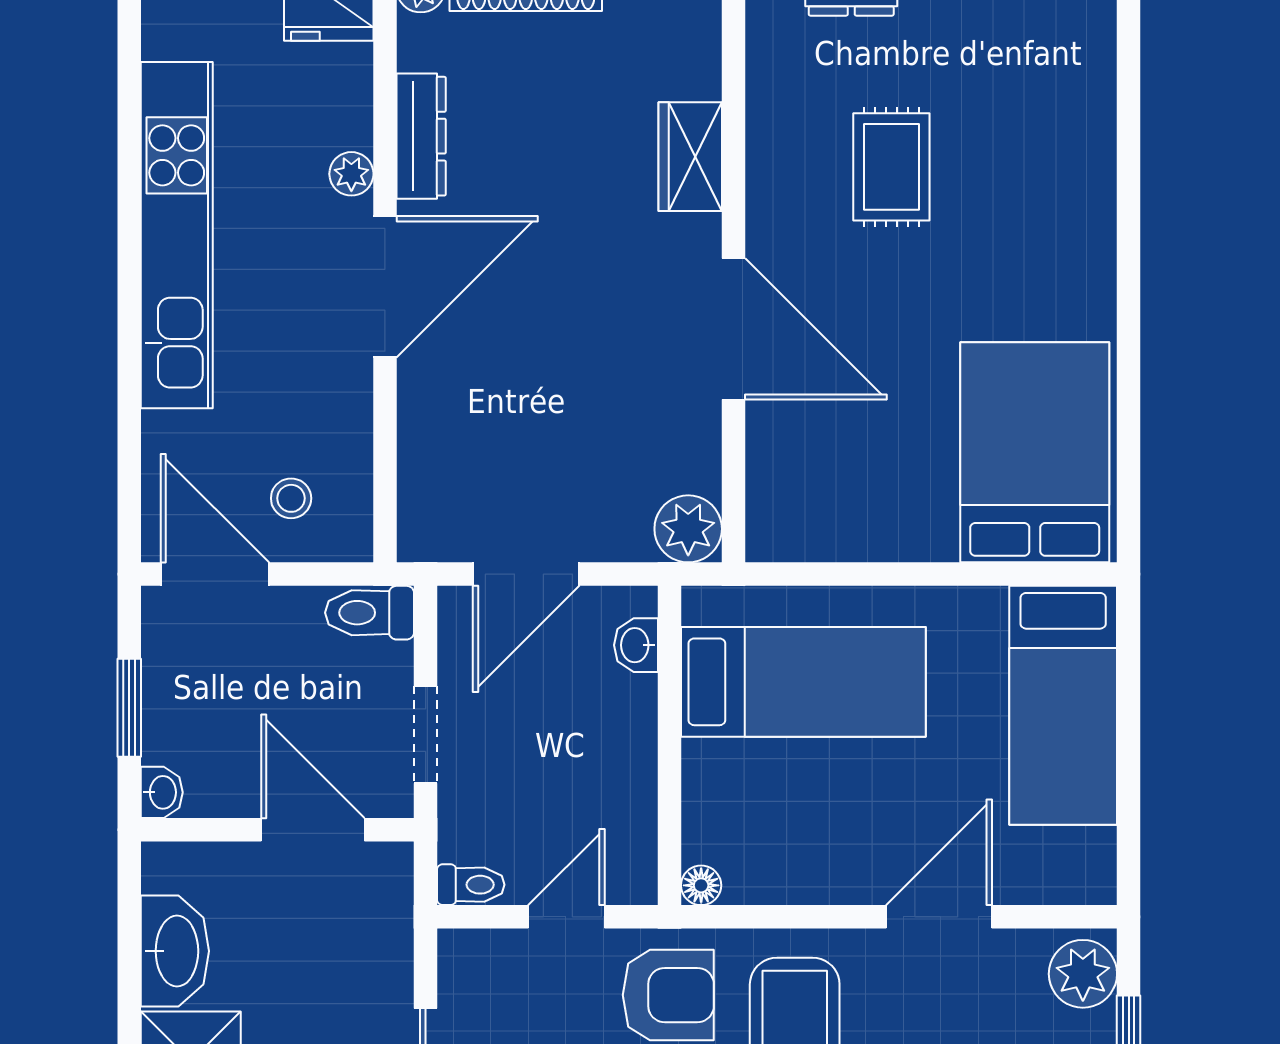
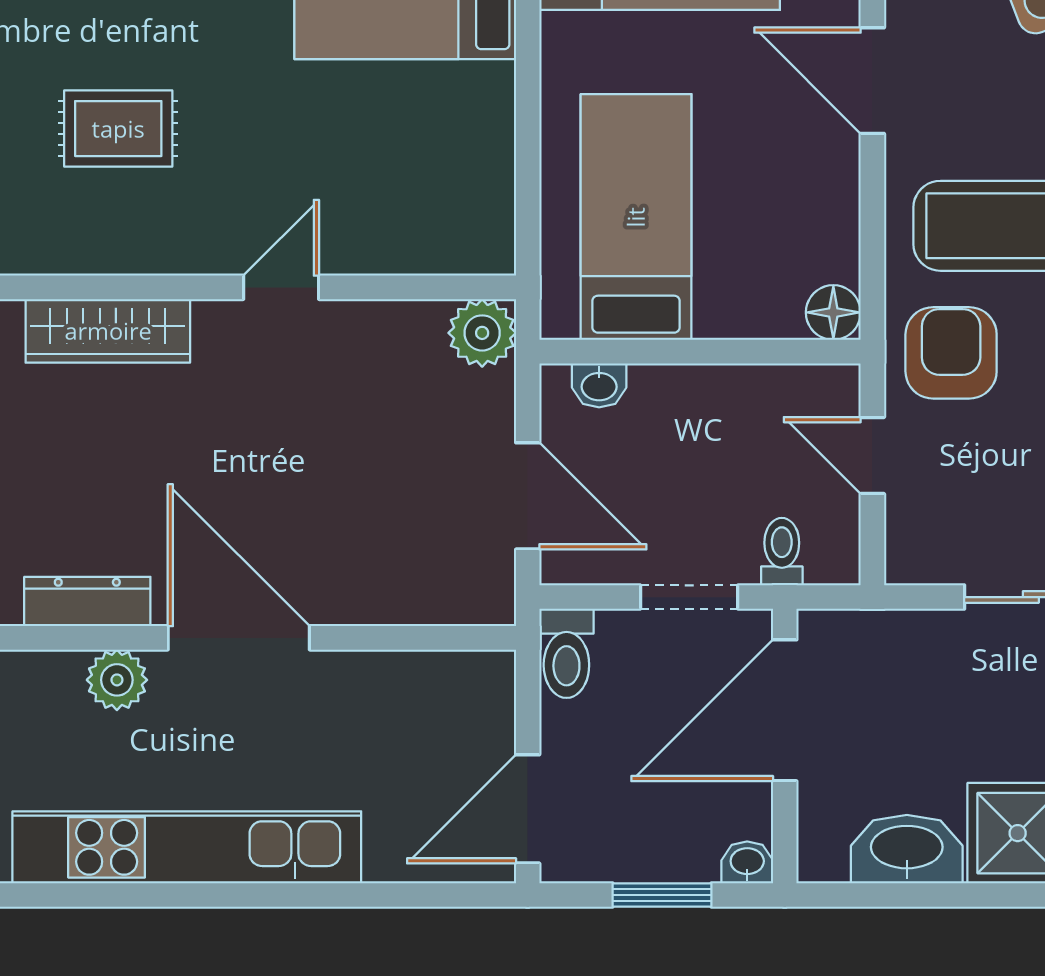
wardrobe: (690, 157) -> (108, 331), width x1.50
plant: (351, 174) -> (117, 680), width x1.38, depth x1.38
door: (733, 329) -> (281, 287), width x0.53
stool: (291, 498) -> (452, 732), removed
door: (313, 830) -> (785, 710), width x1.36
toilet: (471, 885) -> (782, 552), moved
floor lamp: (701, 885) -> (833, 312), width x1.37, depth x1.37

